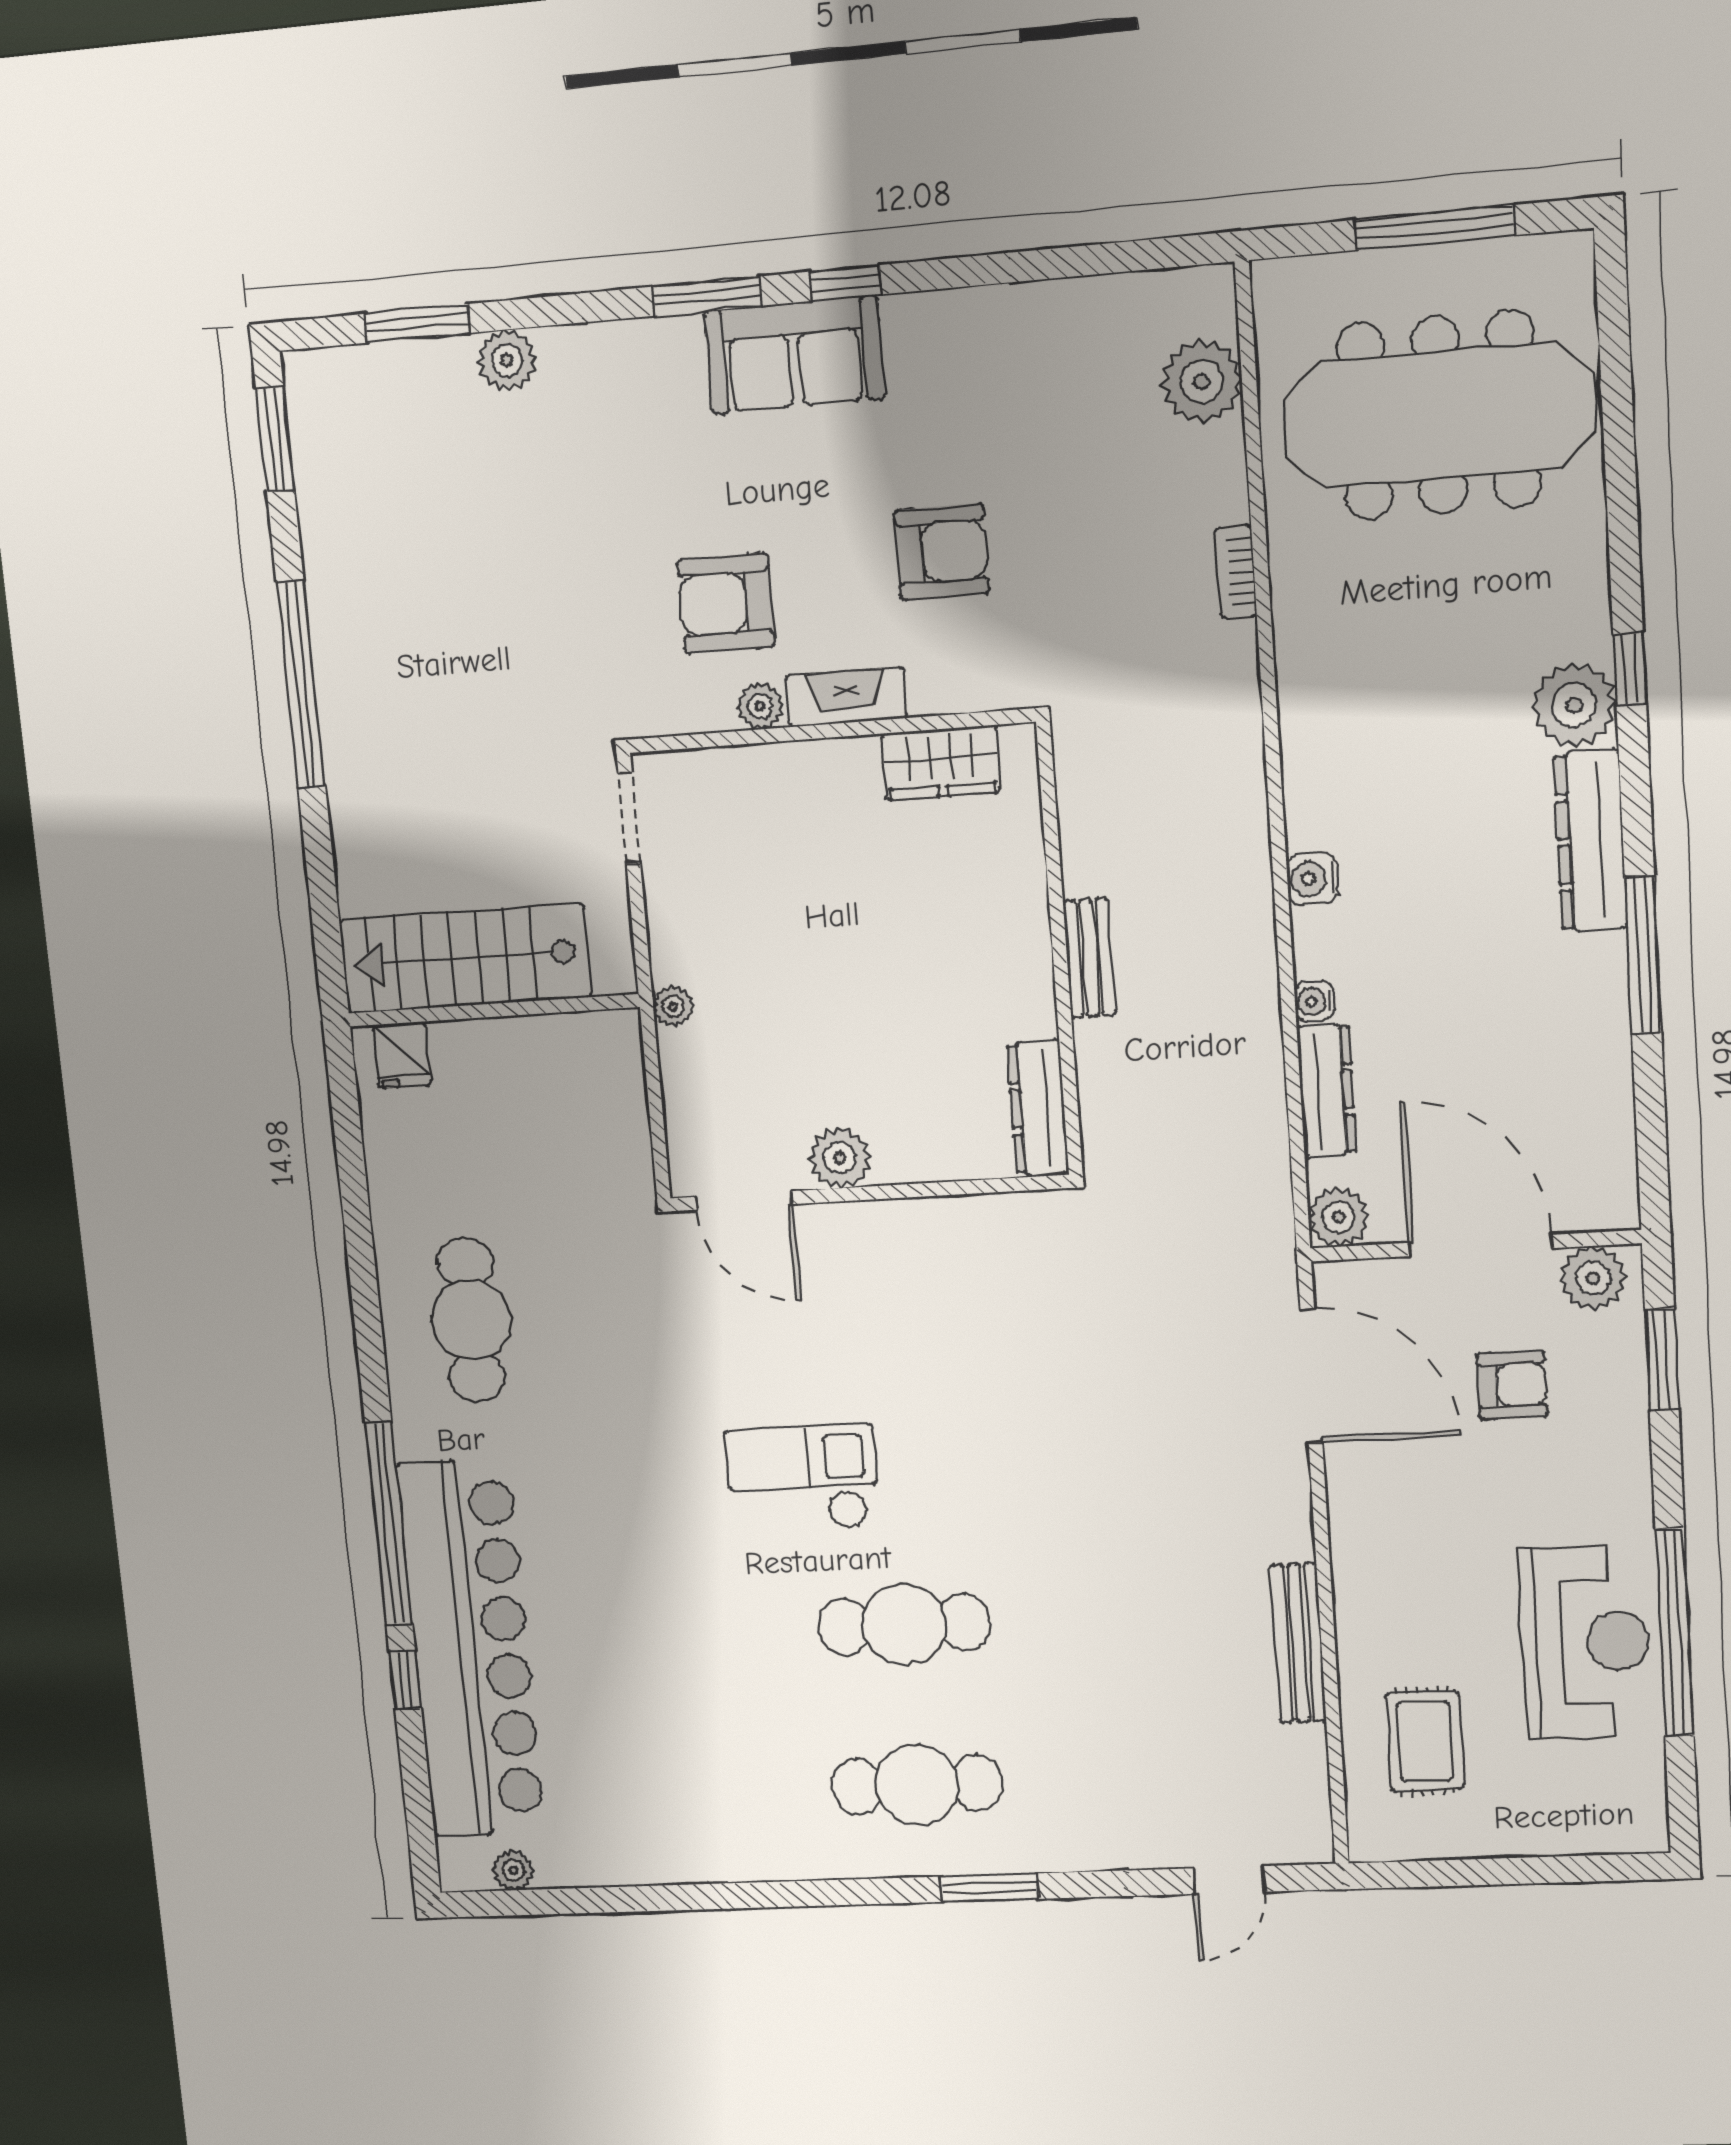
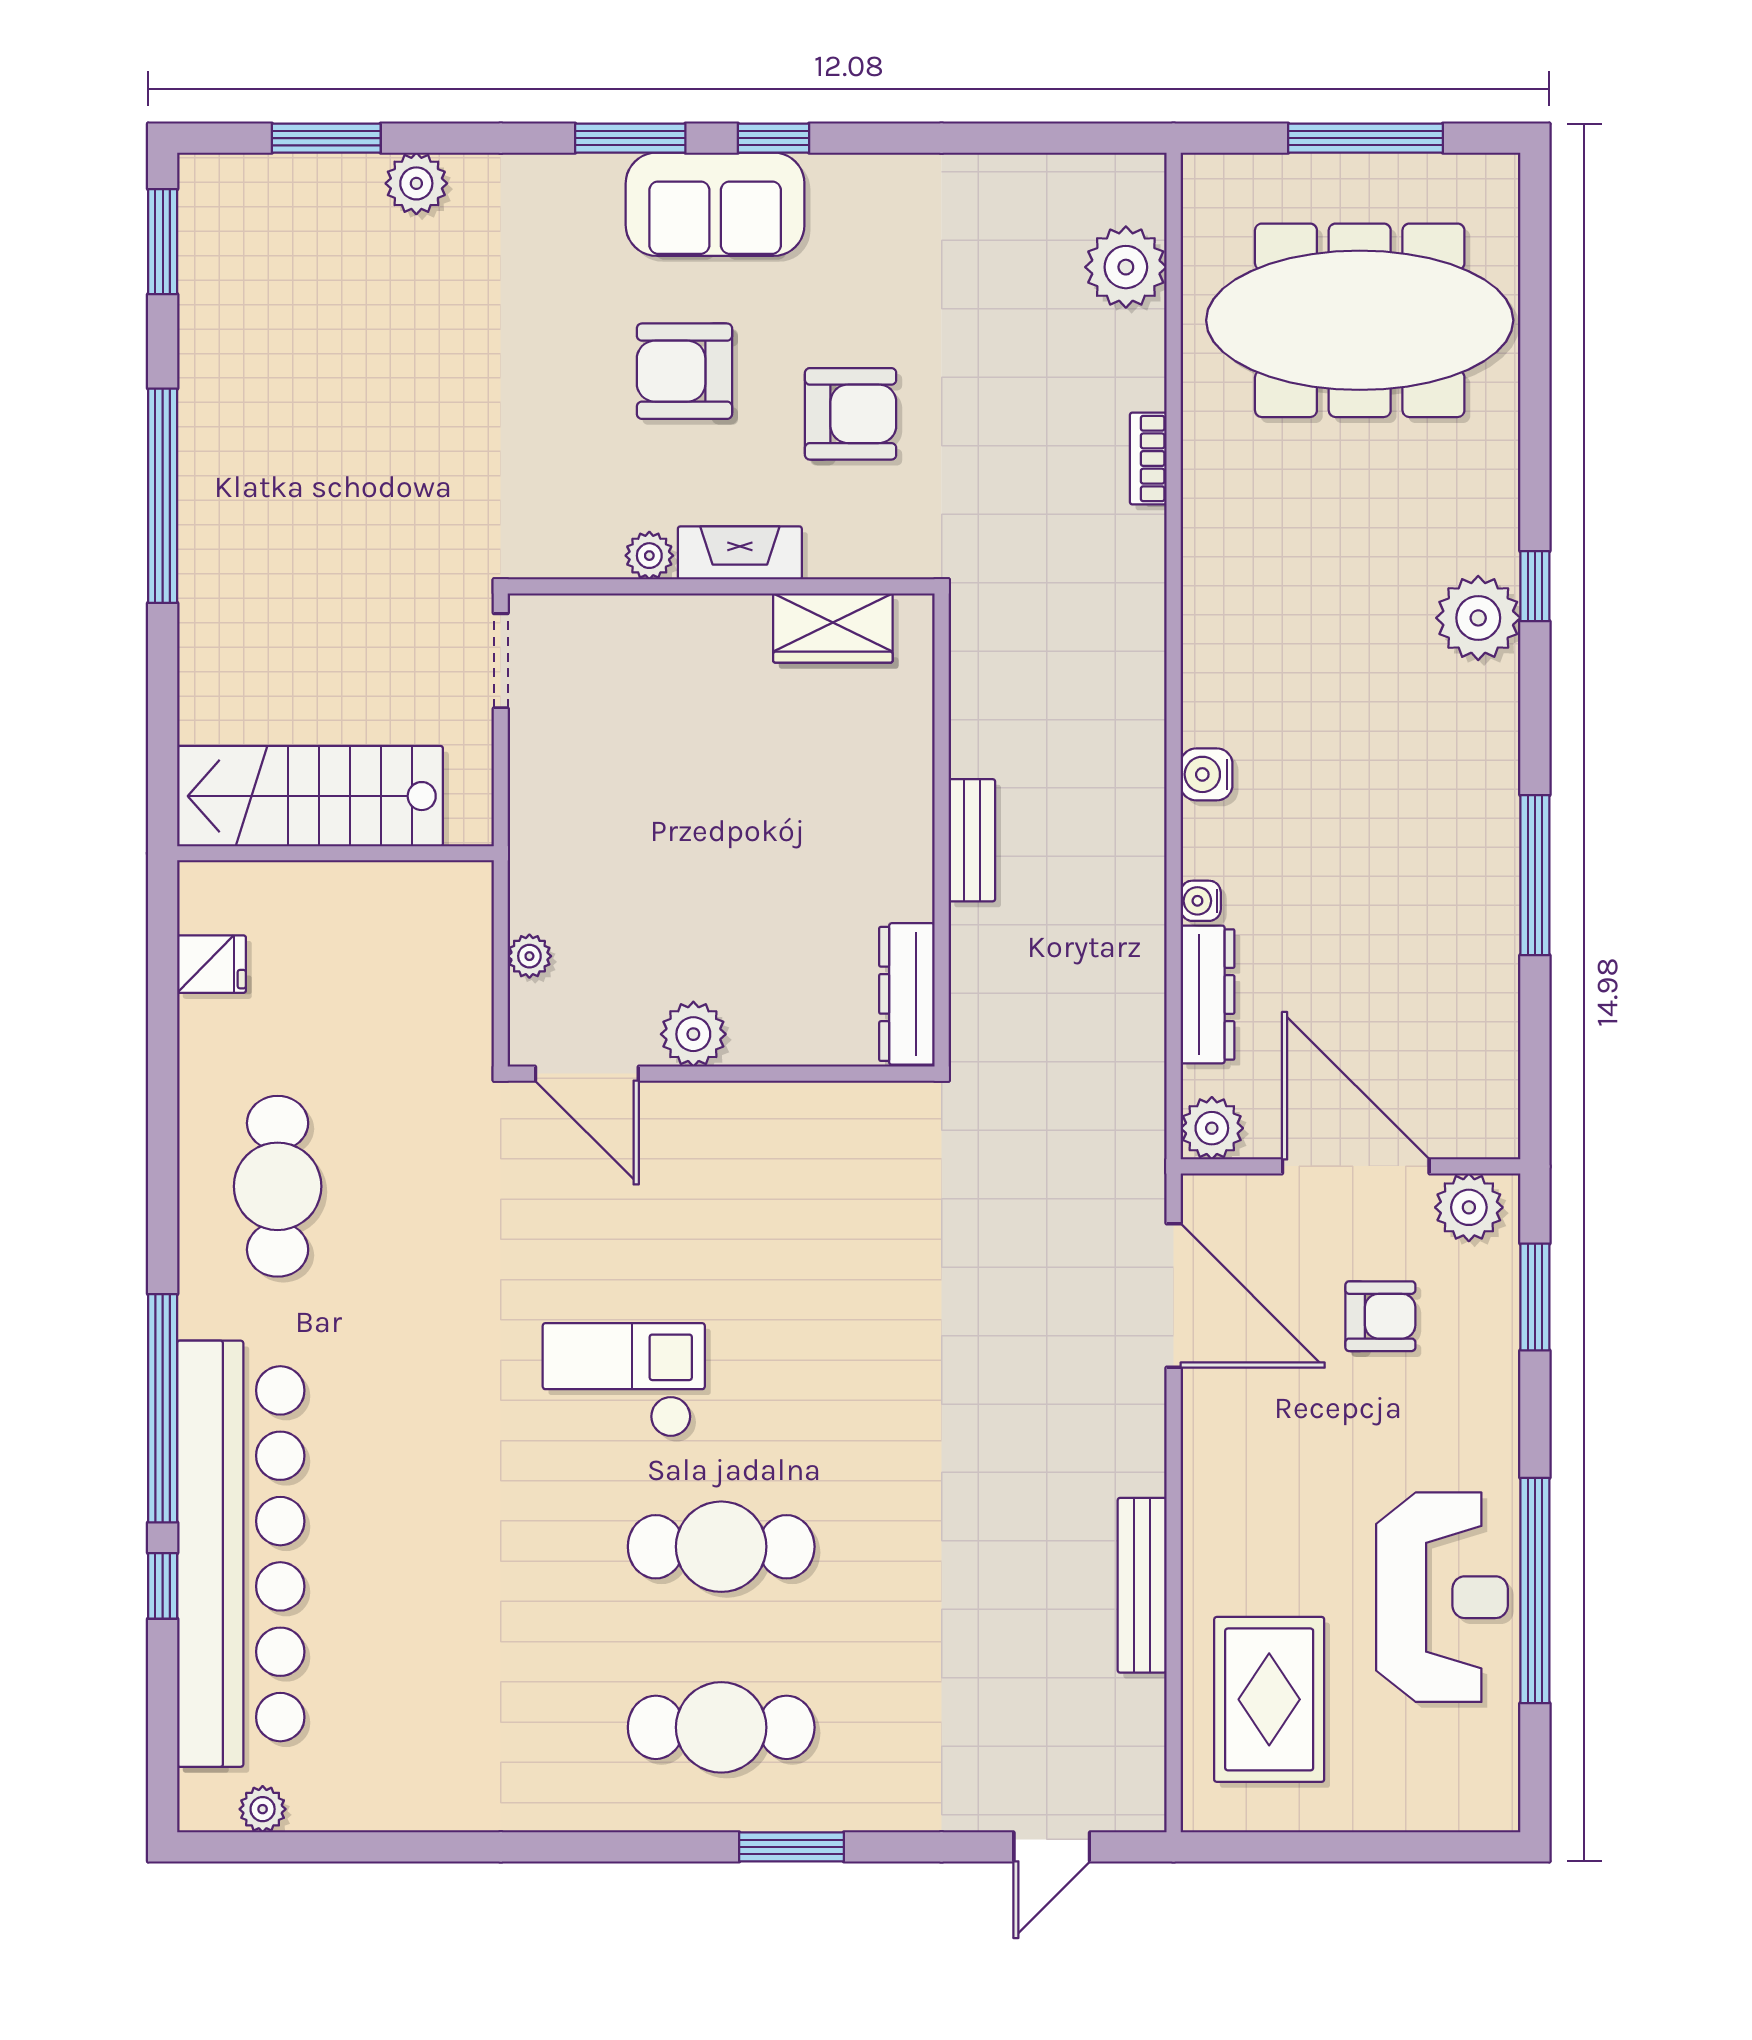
armchair: (726, 603) -> (684, 371), moved
dresser: (1590, 841) -> (1488, 756), removed
plant: (673, 1006) -> (529, 956), moved
fridge: (402, 1055) -> (211, 964), moved, turned -90
rug: (1425, 1741) -> (1269, 1699), width x1.36, depth x1.43

